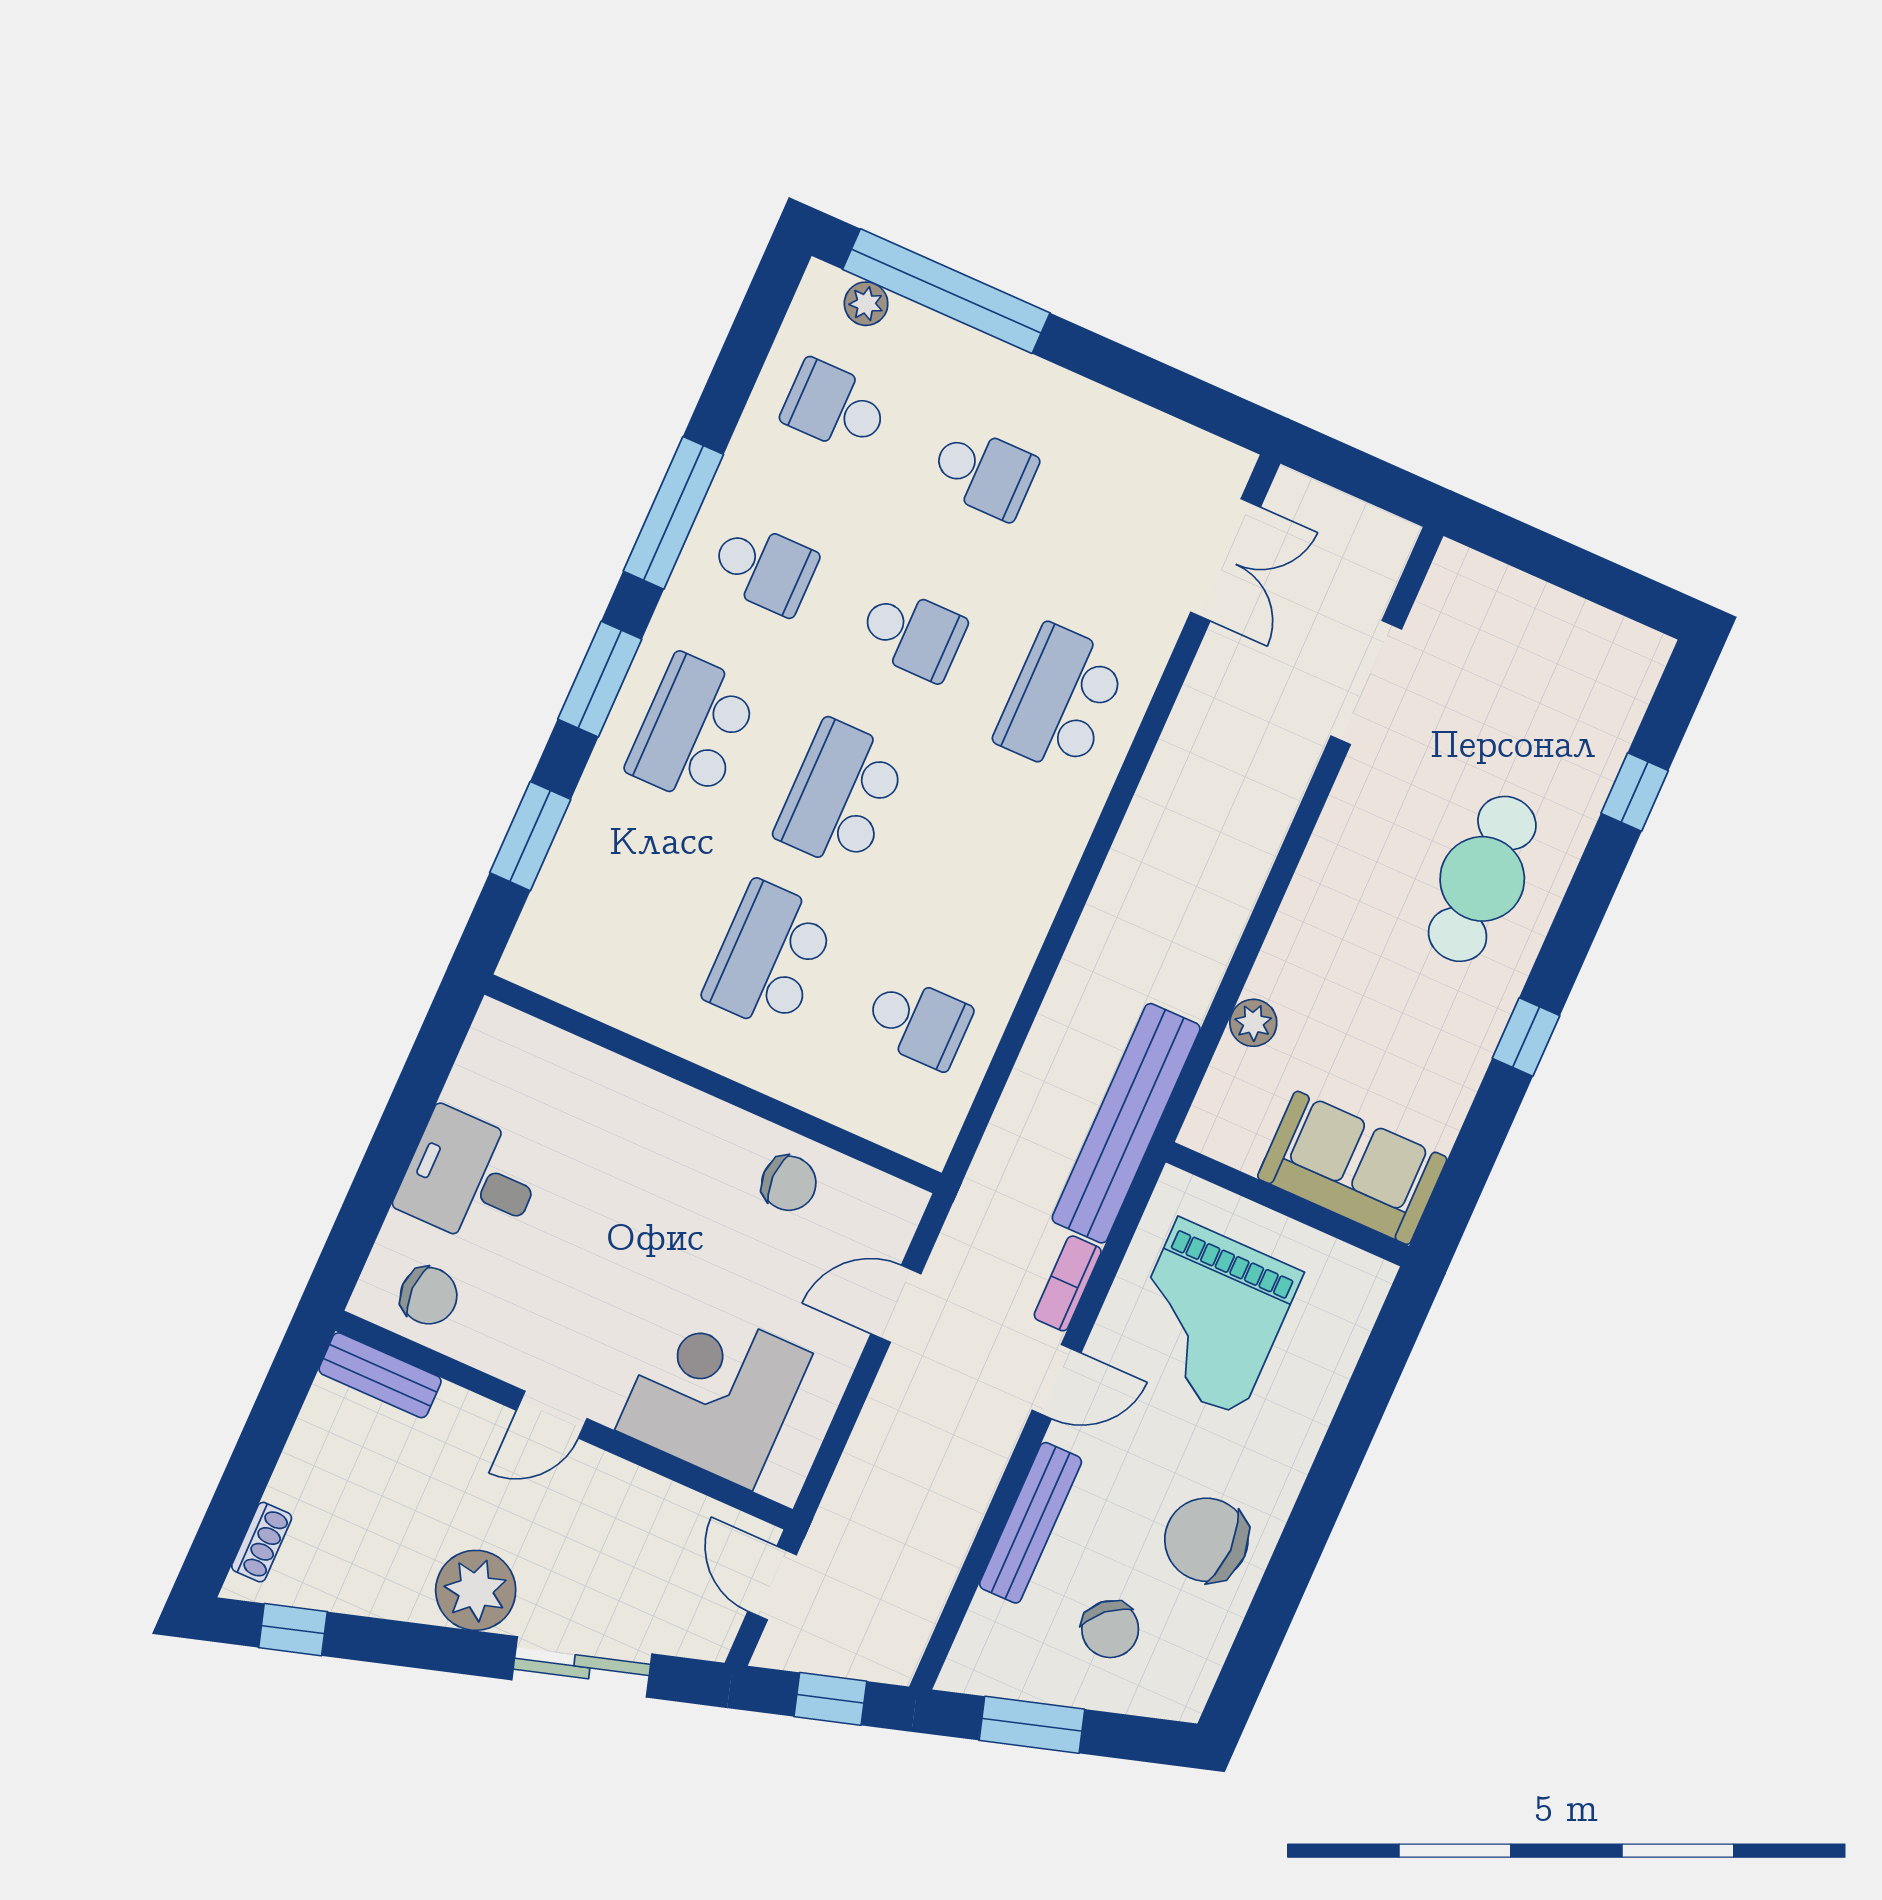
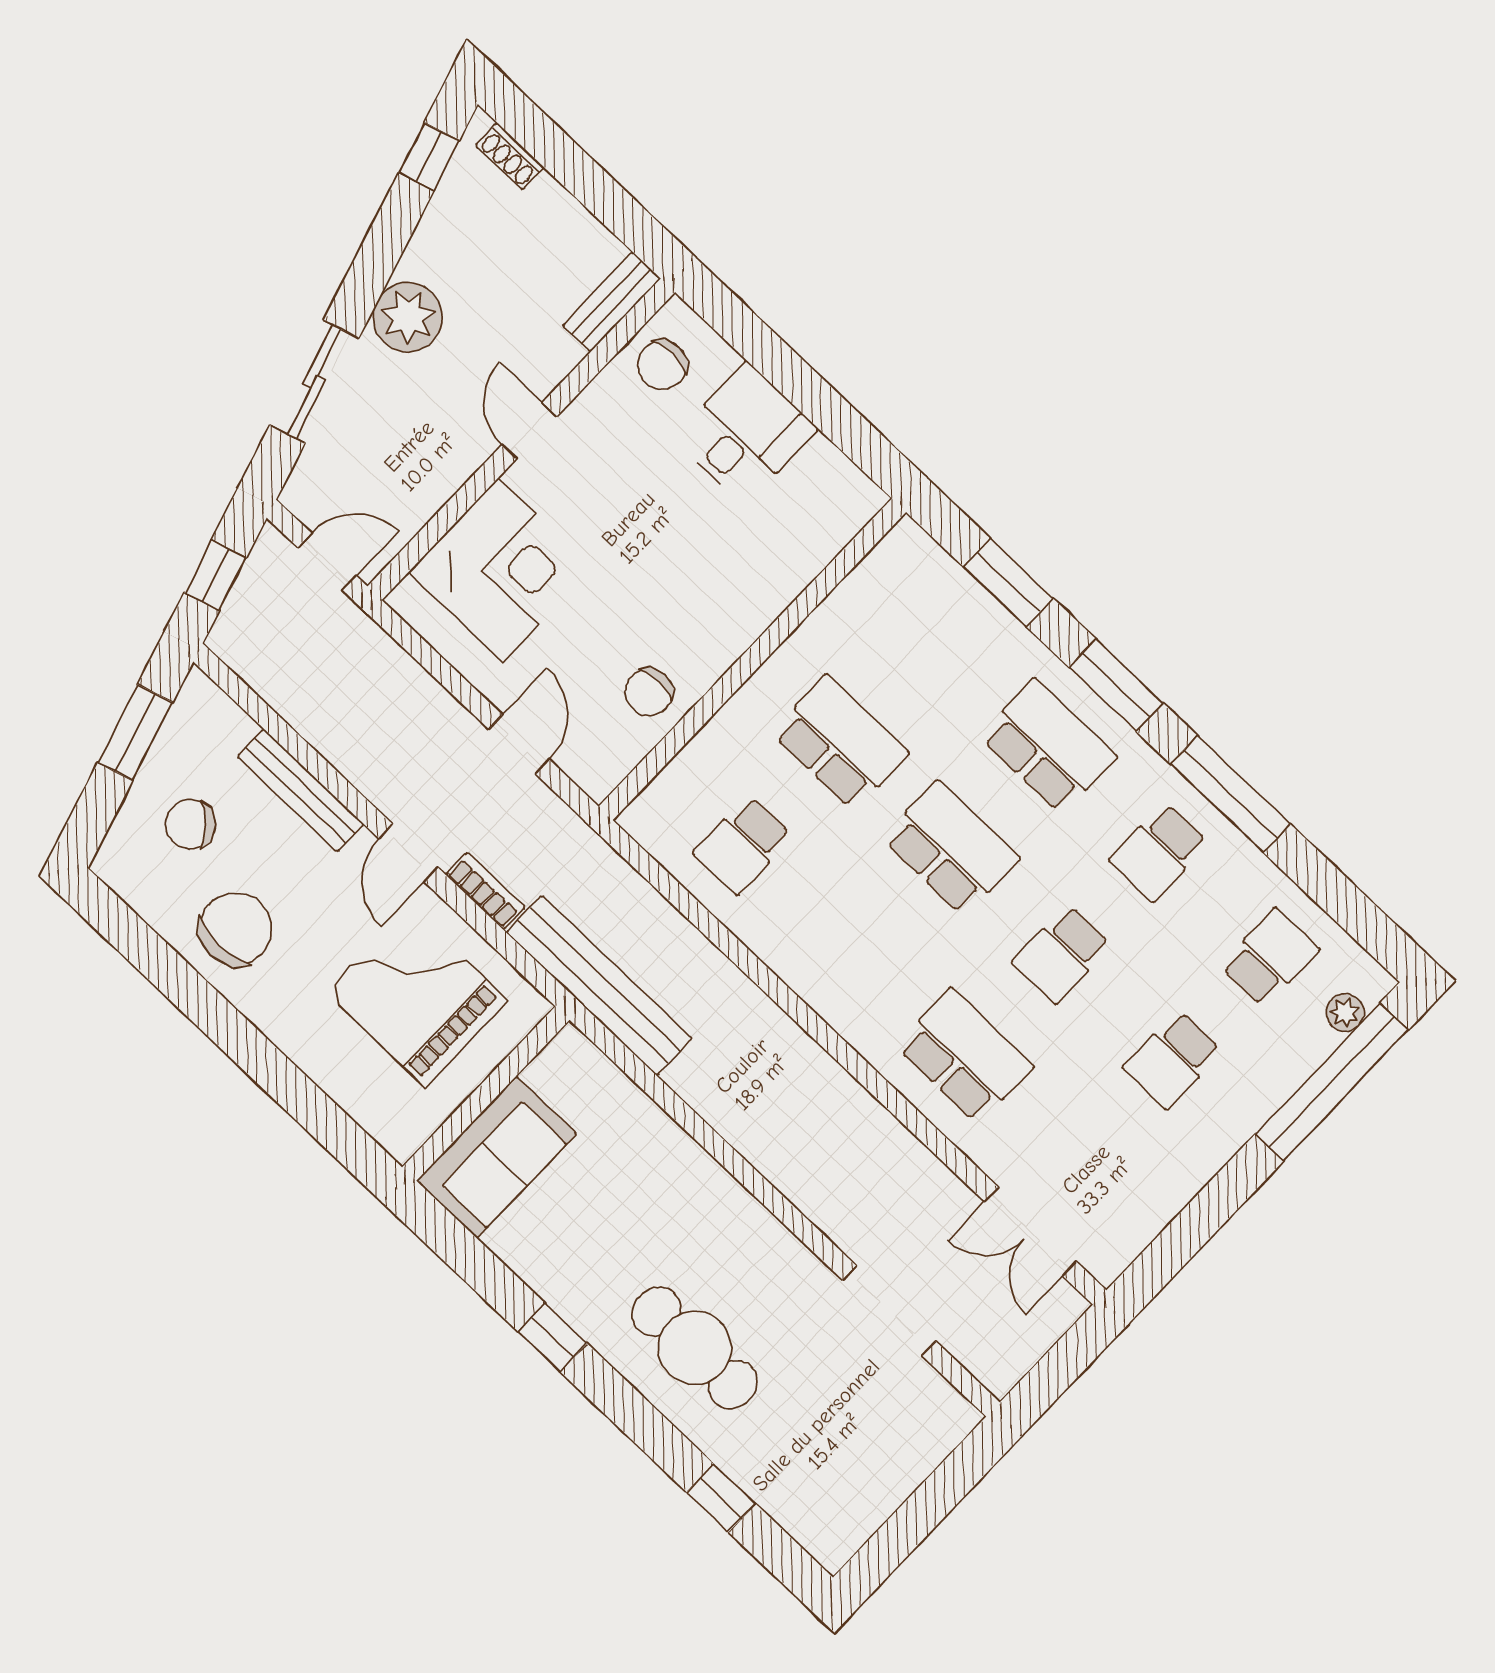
plant: (1253, 1023) -> (644, 1119), removed

